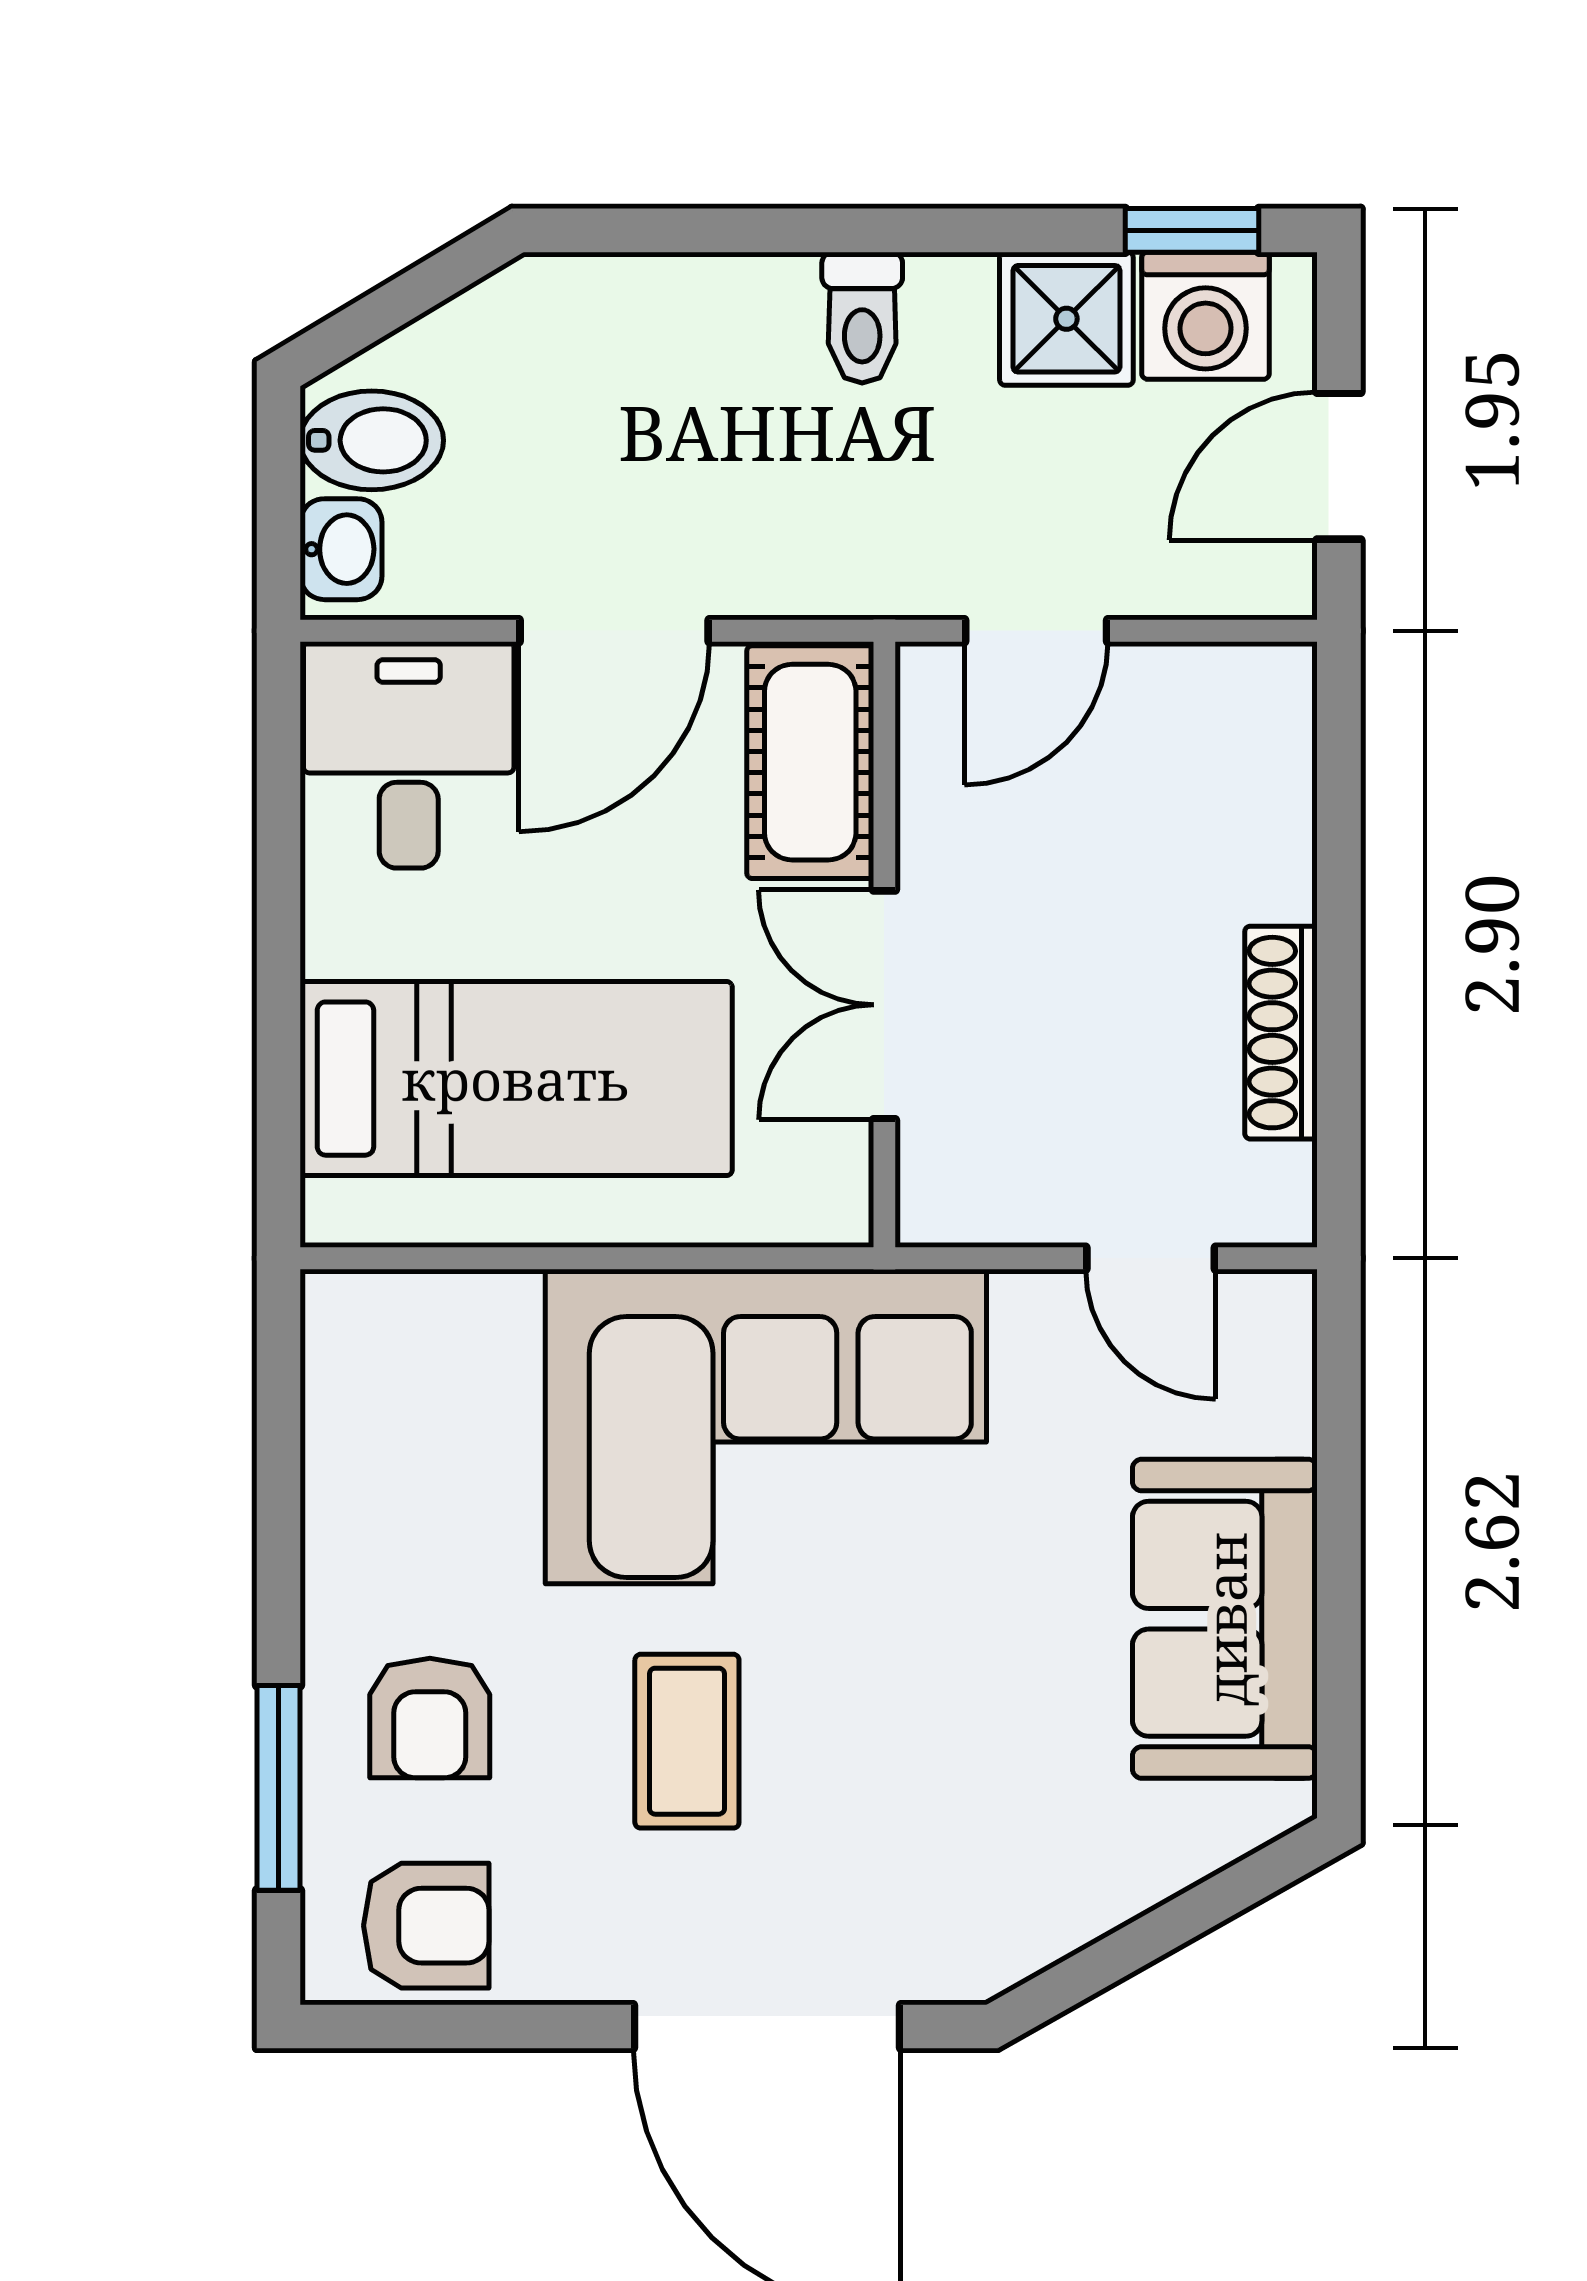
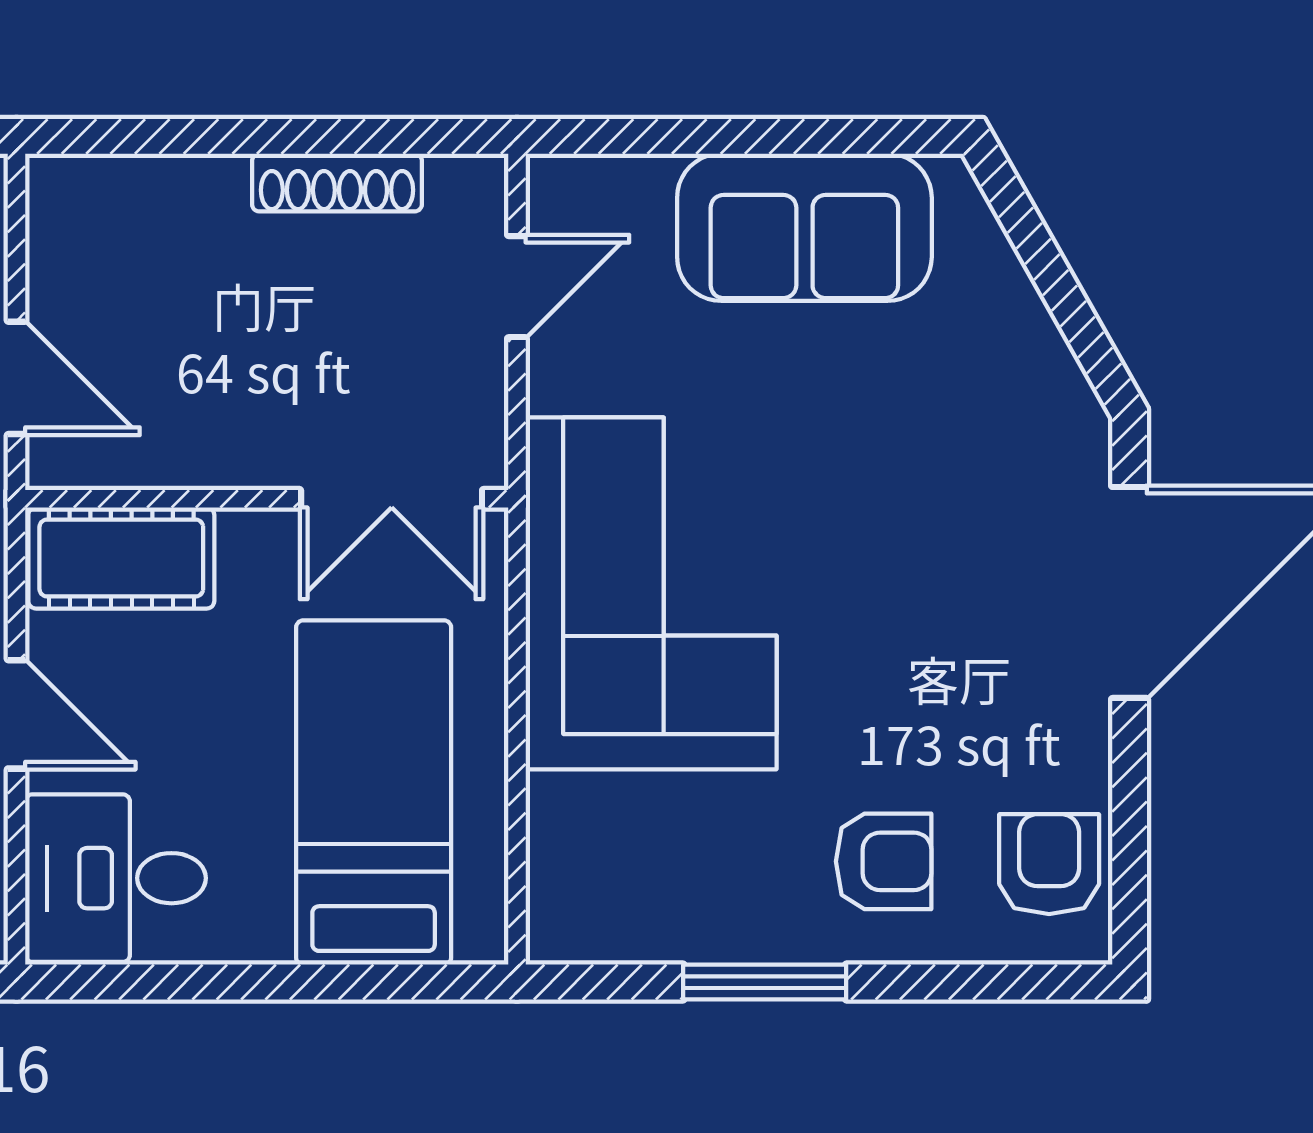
door: (614, 631) -> (17, 714), width x0.73
double door: (884, 1005) -> (392, 499), moved
coffee table: (687, 1741) -> (902, 656), removed
window: (278, 1788) -> (765, 982), moved

